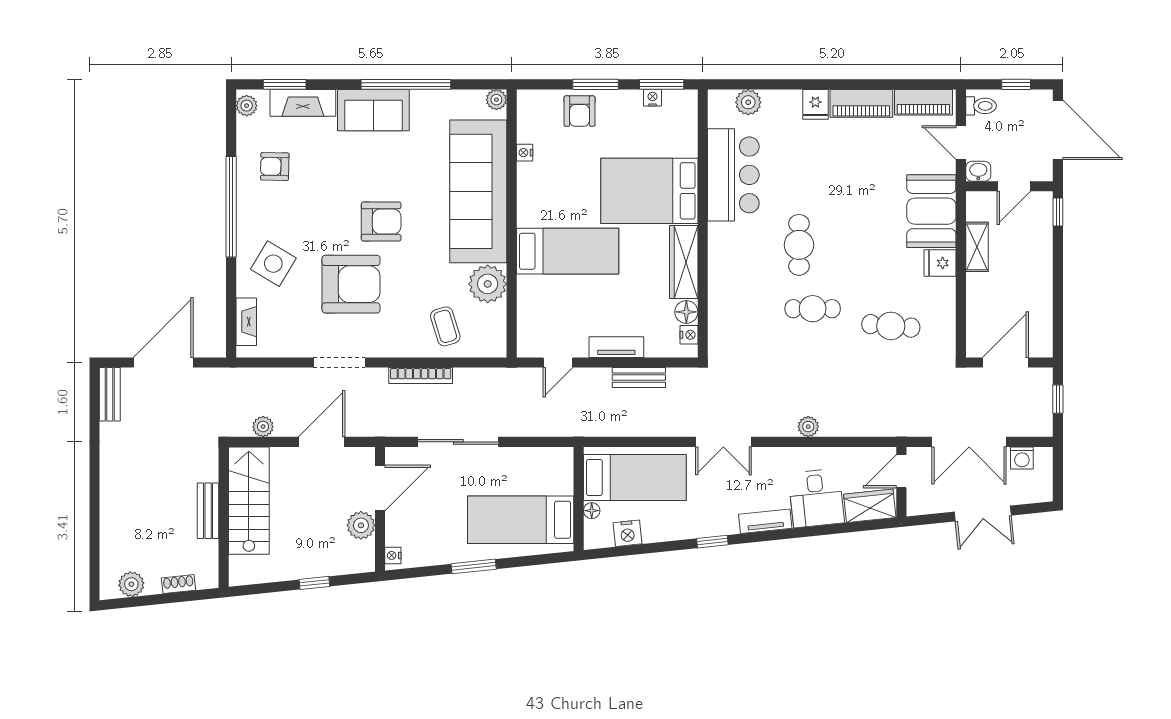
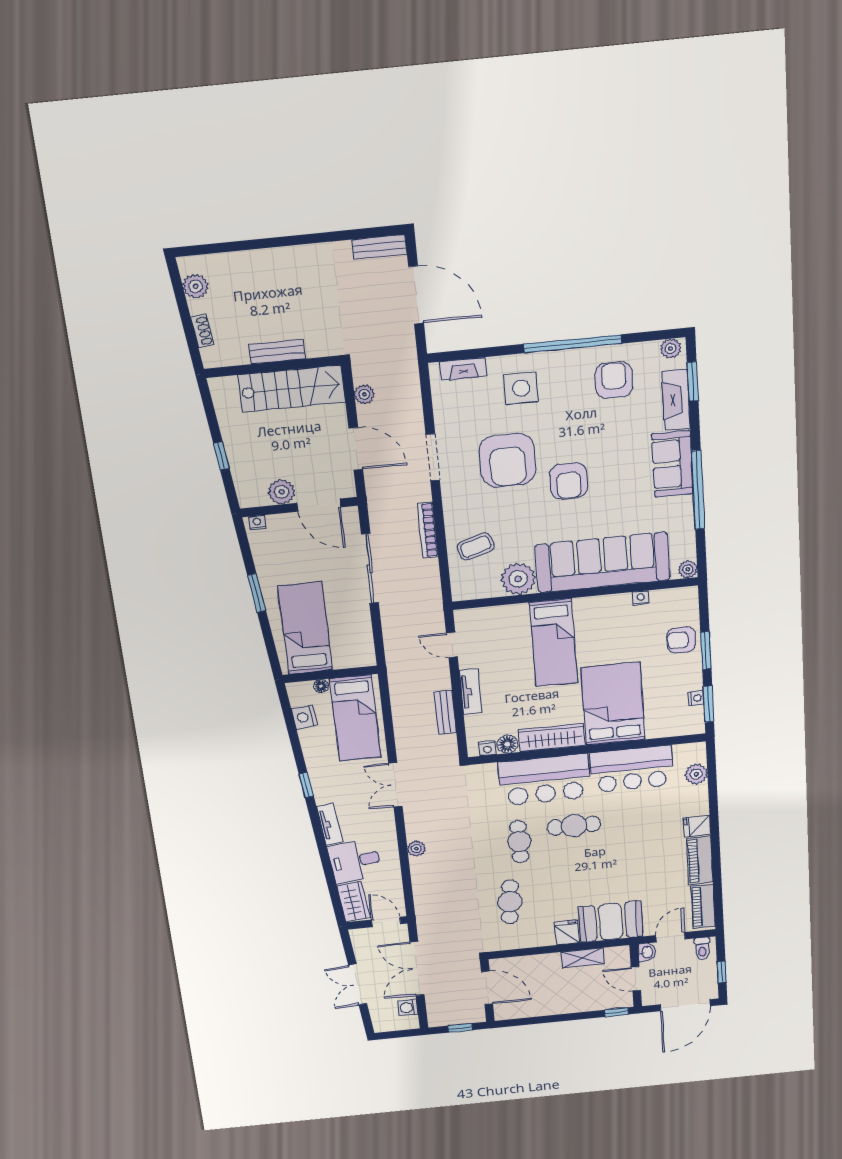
armchair: (275, 167) -> (614, 380), width x1.38, depth x1.38
side table: (273, 264) -> (521, 388), turned -31
bar counter: (736, 274) -> (544, 780), added

